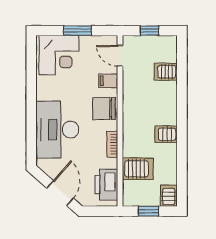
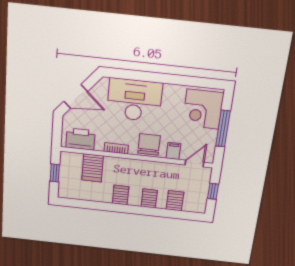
window: (78, 31) -> (223, 129), width x1.44
server rack: (169, 196) -> (149, 198), moved, turned -90

